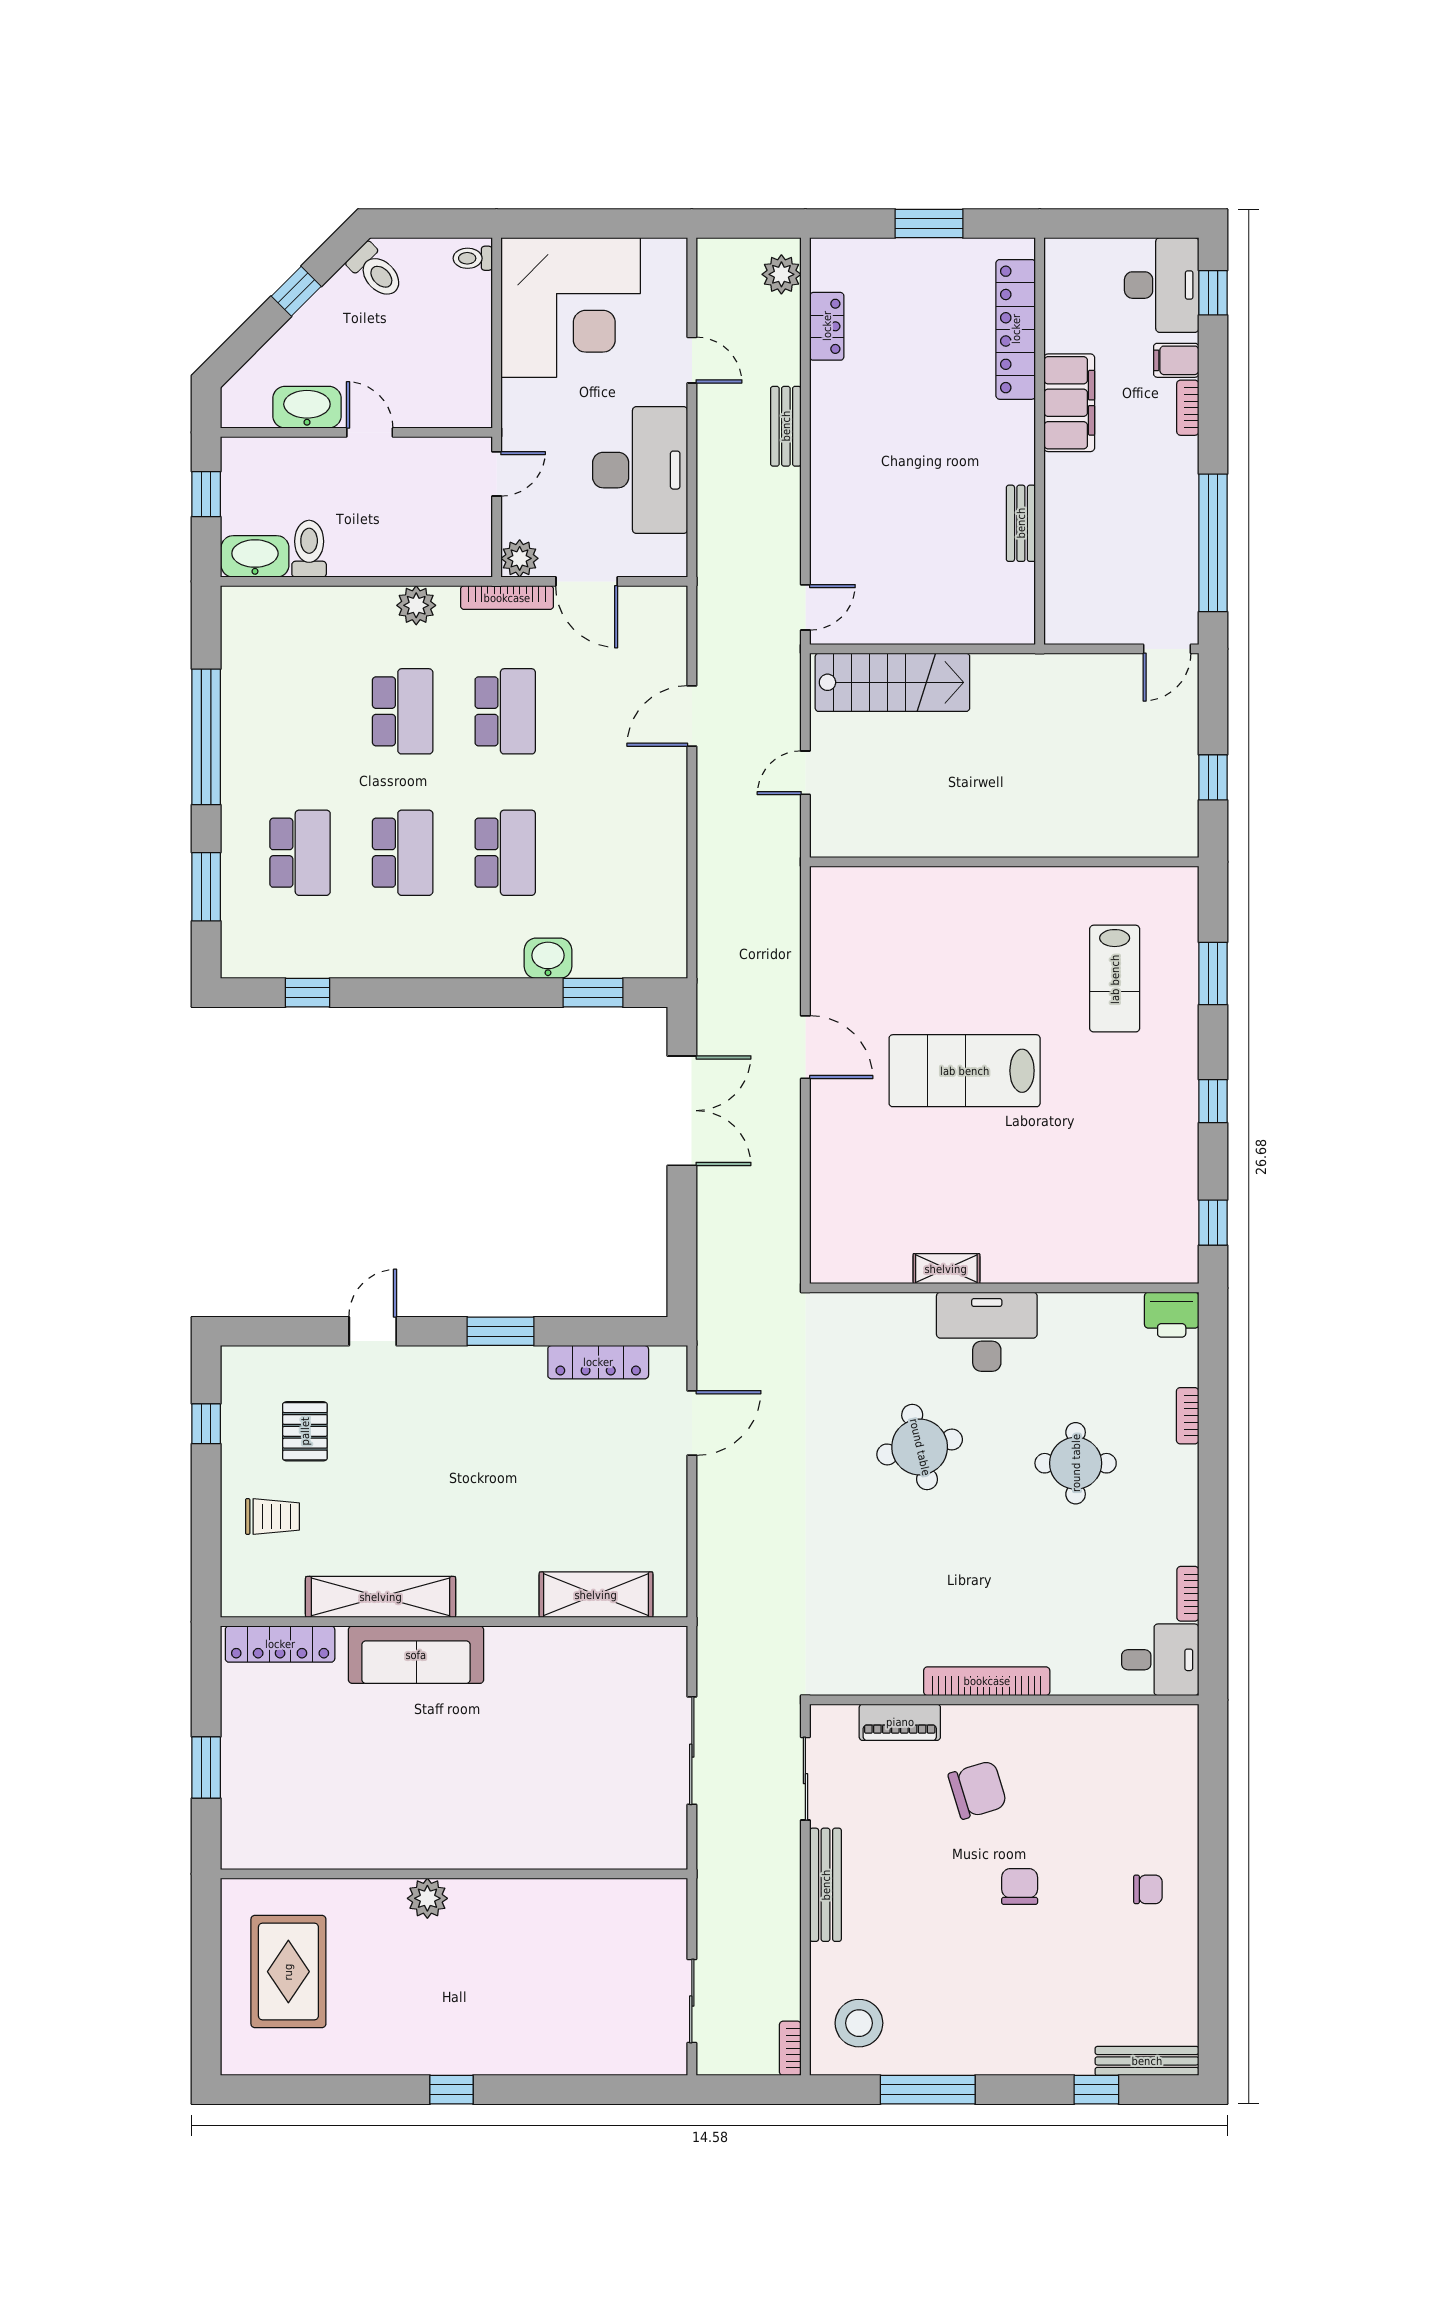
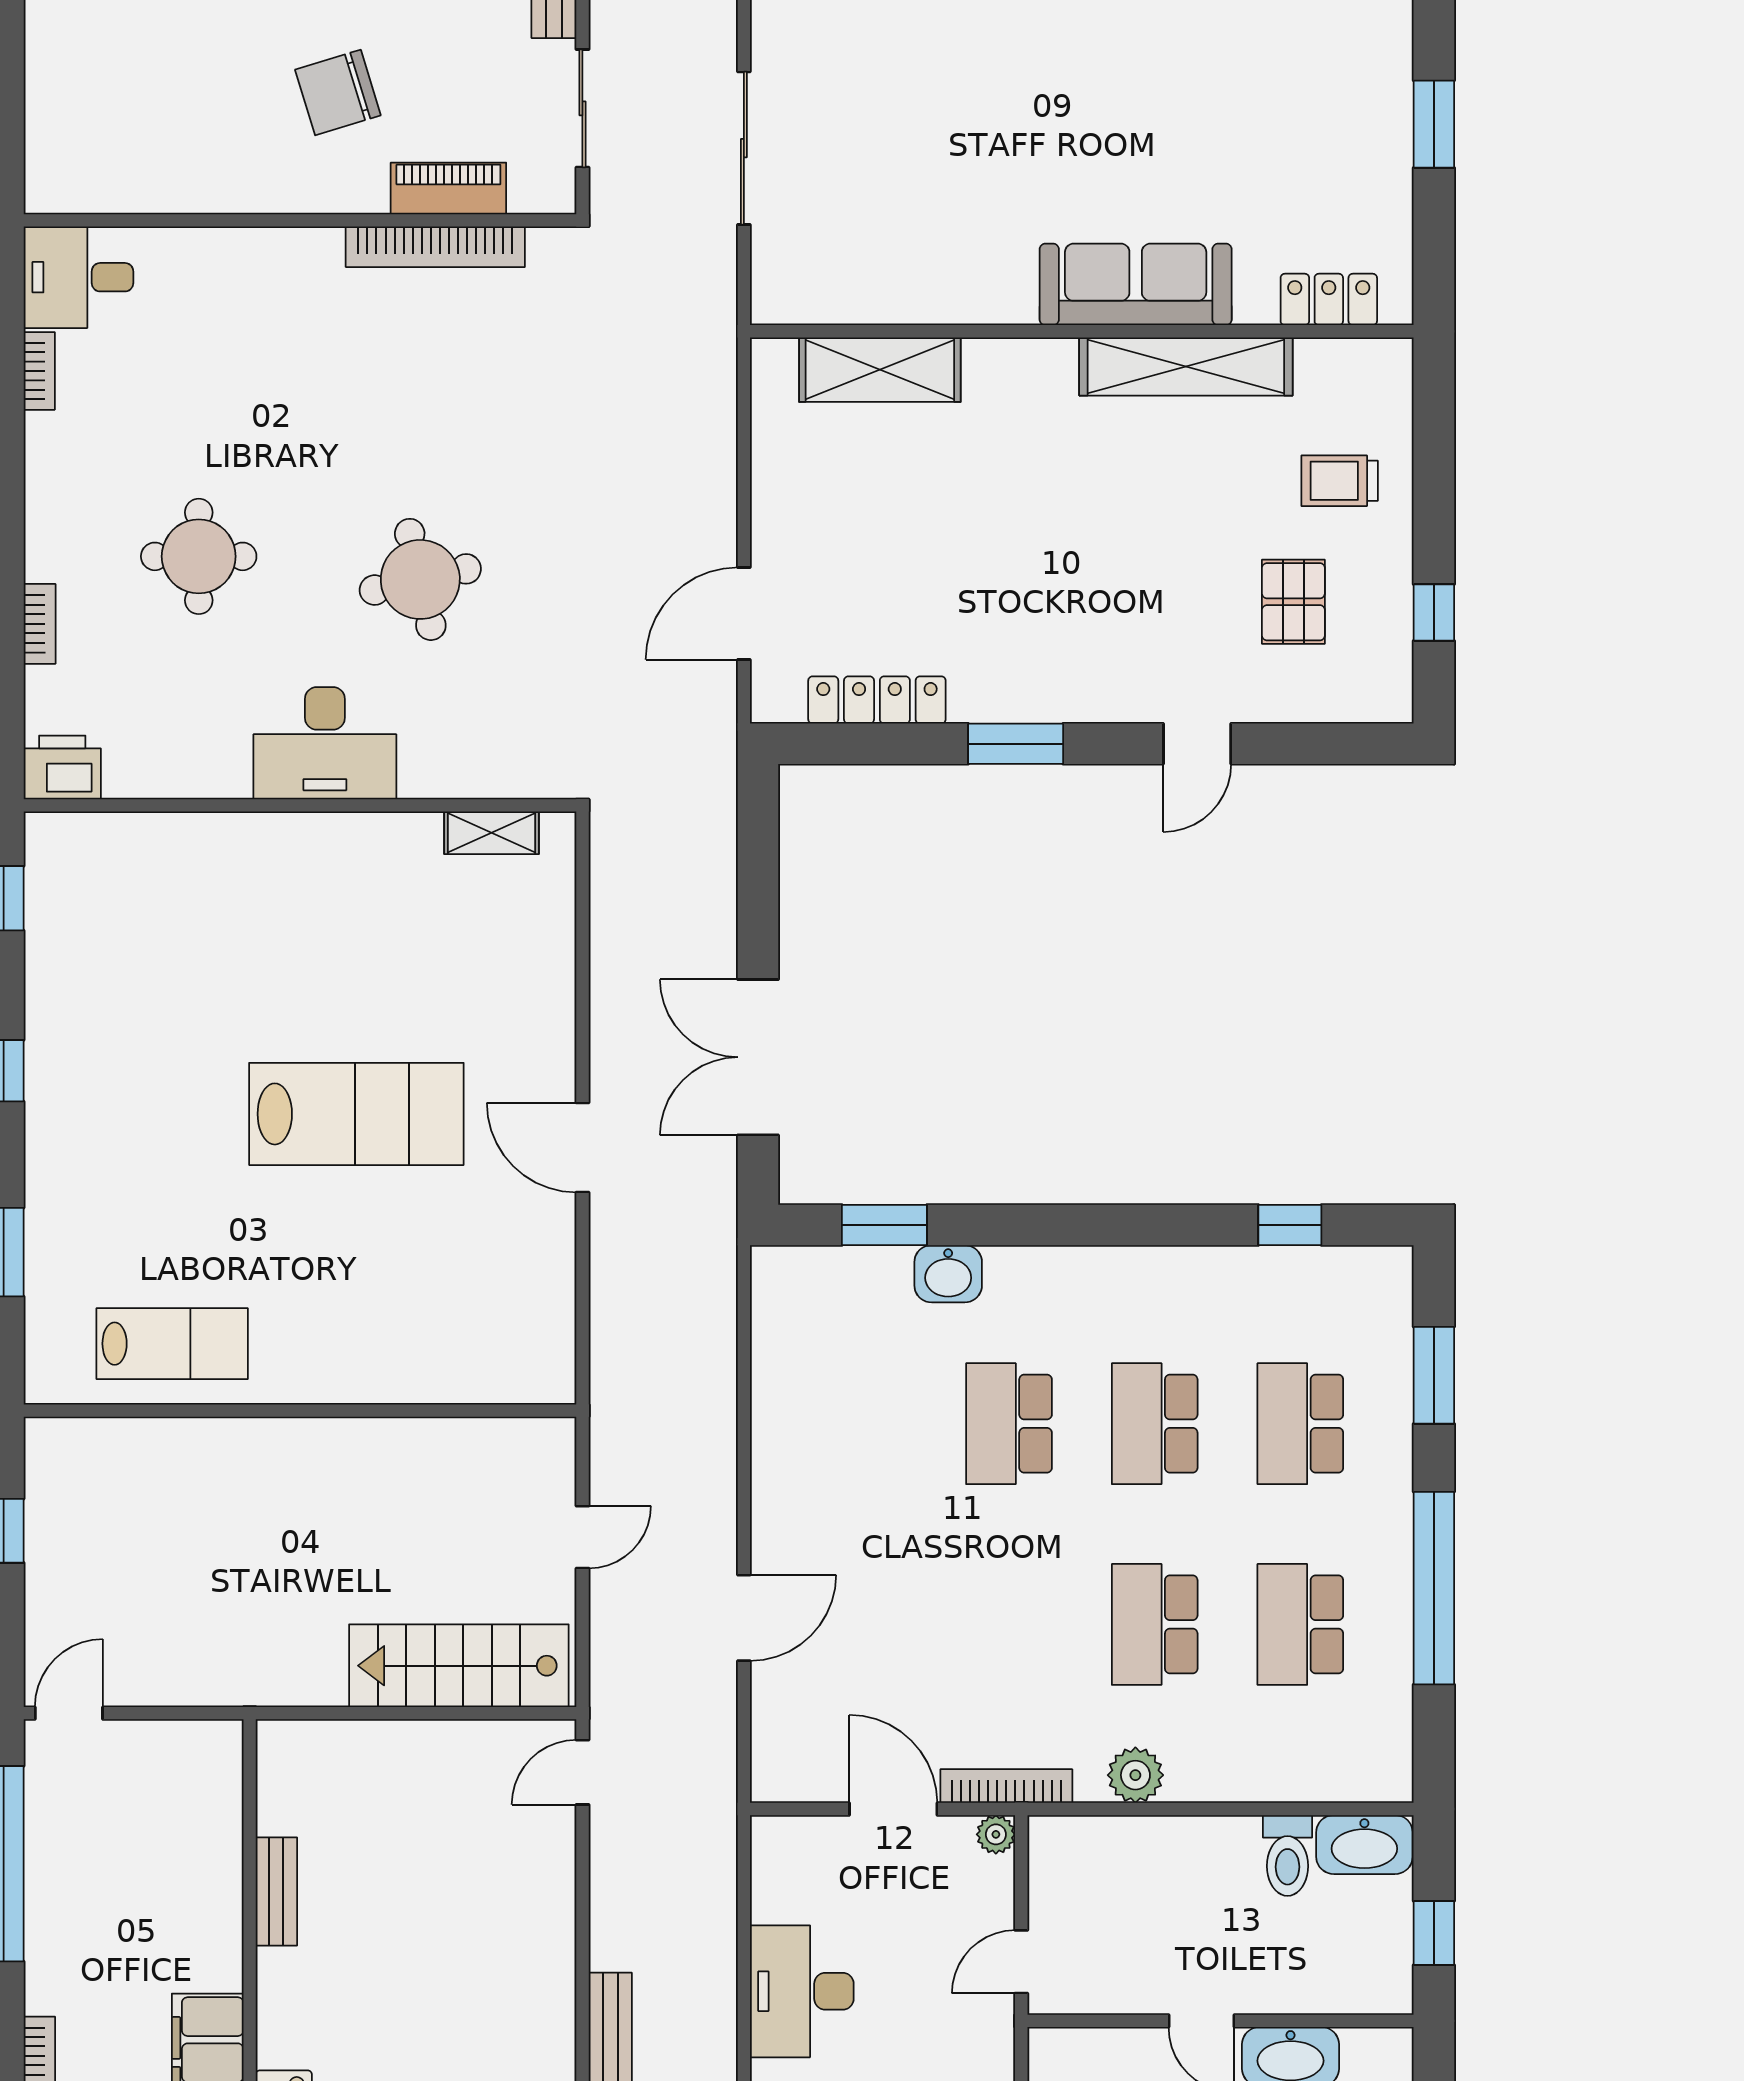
desk: (640, 470) -> (802, 1991), width x0.73, depth x0.77
plant: (520, 558) -> (996, 1834), width x0.73, depth x0.73
school desk: (505, 711) -> (1300, 1624), moved
lab bench: (1115, 979) -> (172, 1344), moved, turned 90
shelving: (946, 1269) -> (492, 833), moved
locker: (280, 1644) -> (1329, 299), width x0.66
bookcase: (987, 1681) -> (435, 247), moved

